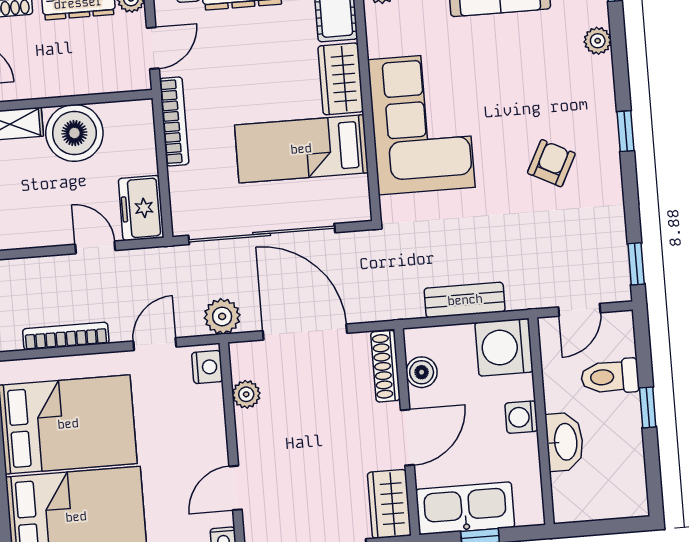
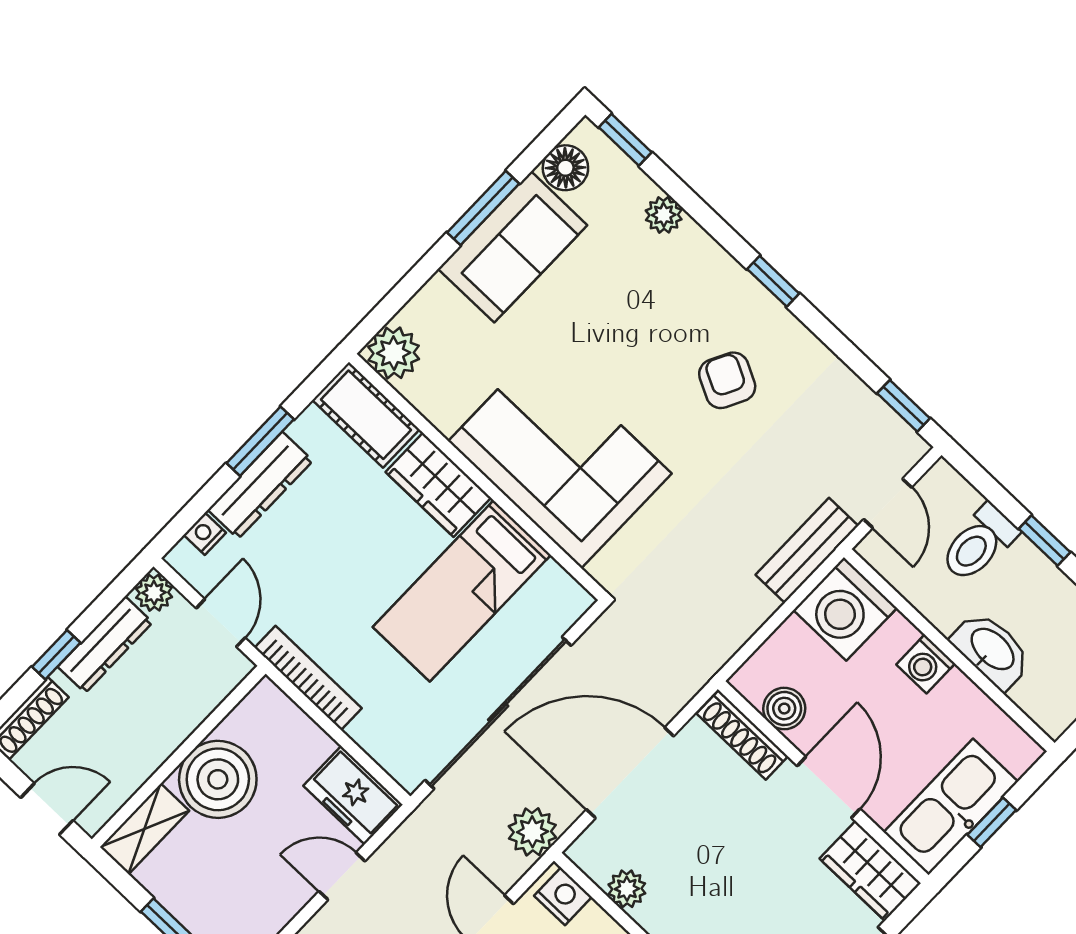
bench: (465, 300) -> (807, 550), moved

